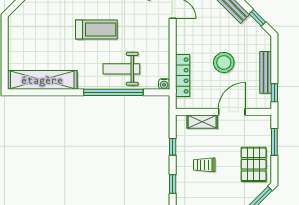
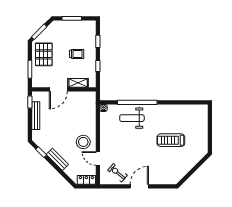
treadmill: (96, 29) -> (171, 140), moved
stool: (224, 62) -> (83, 142), moved
weight bench: (121, 69) -> (132, 118), turned 180
locker: (183, 75) -> (91, 114), removed
shelving: (42, 80) -> (185, 111), removed

